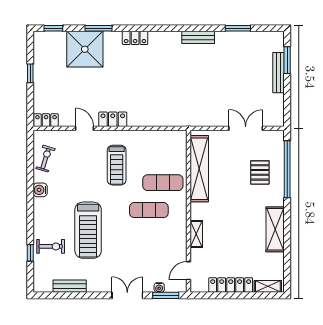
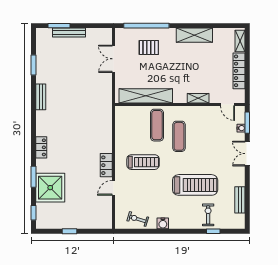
locker: (46, 120) -> (107, 219), removed

